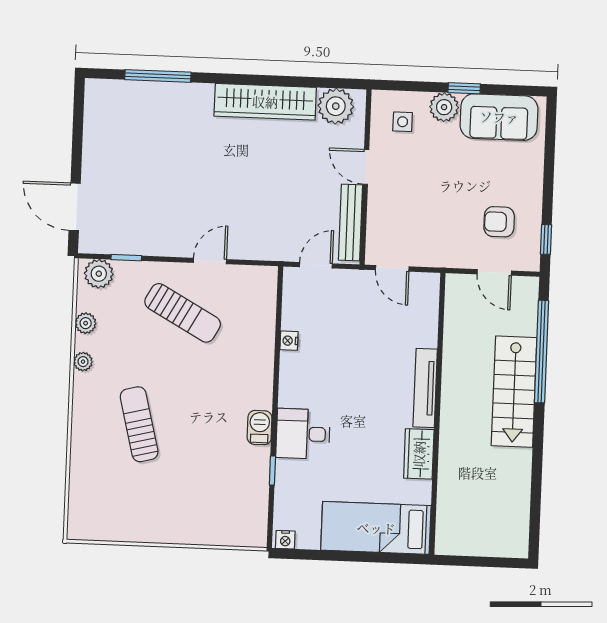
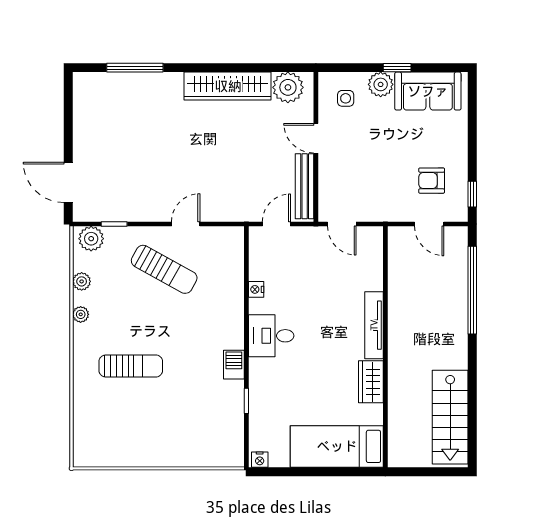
stairs: (514, 392) -> (450, 417), moved
sun lounger: (139, 424) -> (131, 366), turned 104
desk: (303, 434) -> (271, 336), moved

